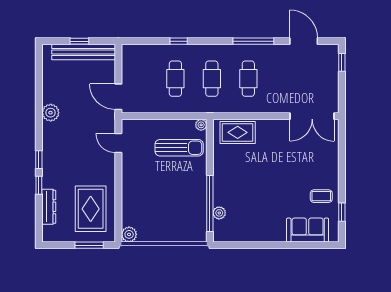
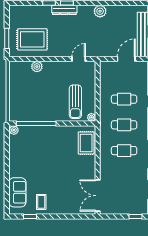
door: (118, 97) -> (126, 59), moved
dresser: (49, 207) -> (64, 10), moved
plant: (219, 213) -> (14, 130), moved
plant: (129, 234) -> (37, 67), moved

